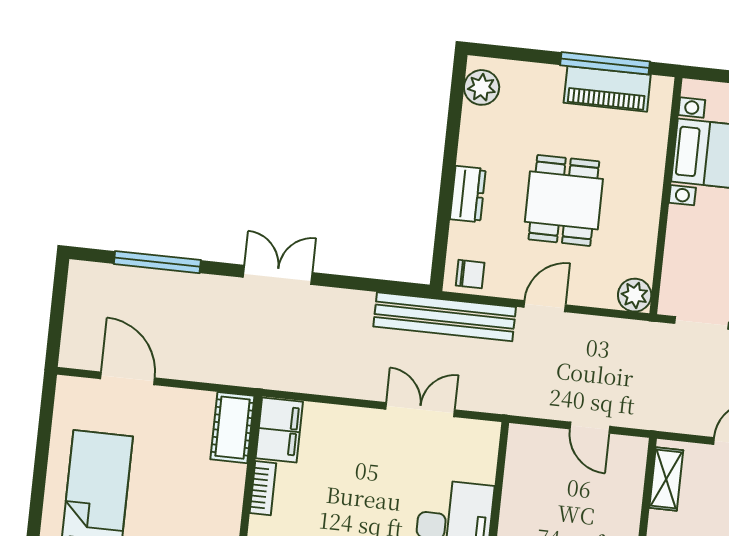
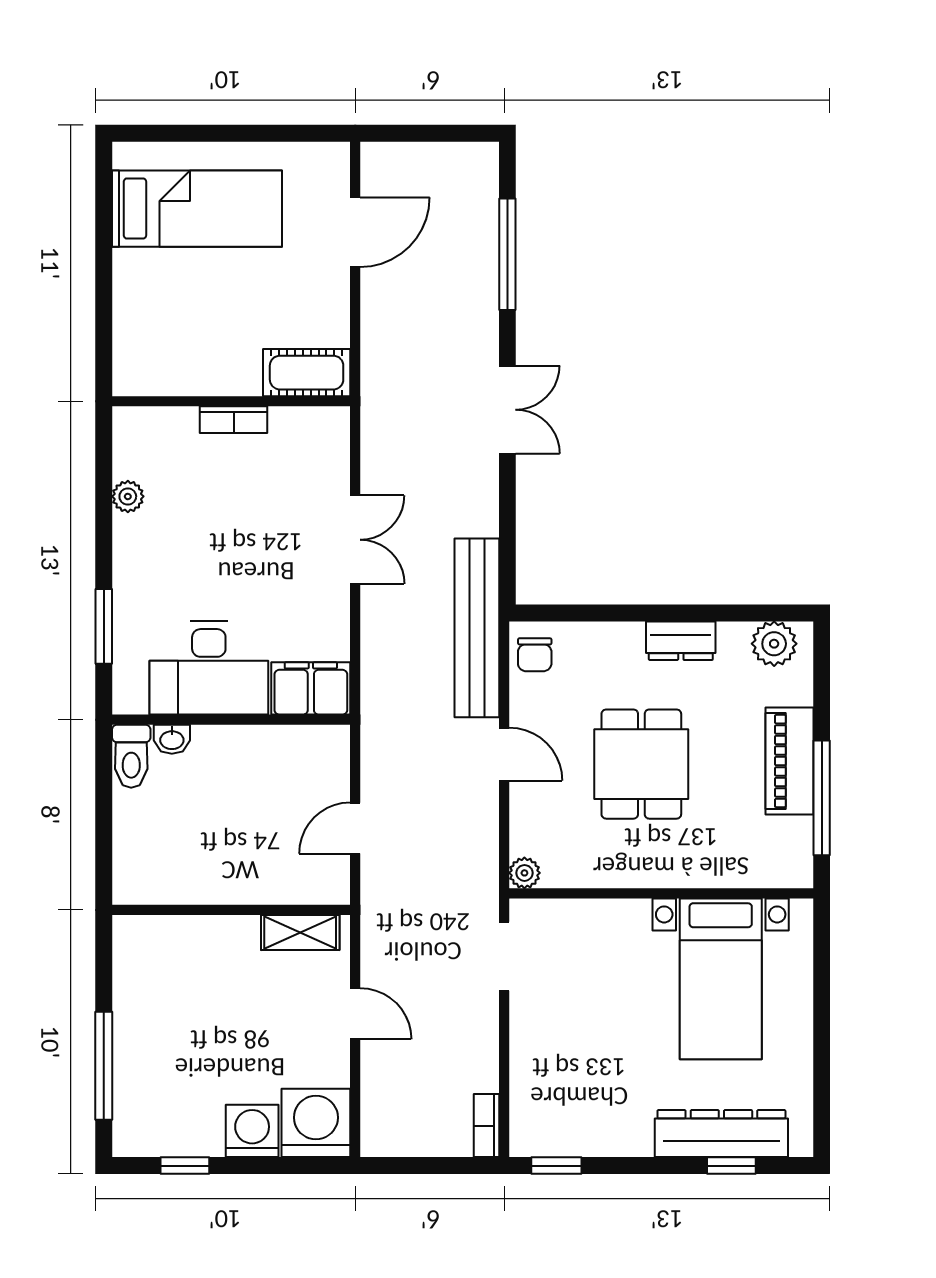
piano: (607, 89) -> (789, 761), moved
dresser: (468, 194) -> (681, 641), moved
dining table: (564, 200) -> (641, 764), turned 90
plant: (635, 295) -> (524, 873), width x0.73, depth x0.73
double door: (420, 410) -> (355, 540), moved
filing cabinet: (279, 430) -> (311, 688), moved, turned 180

